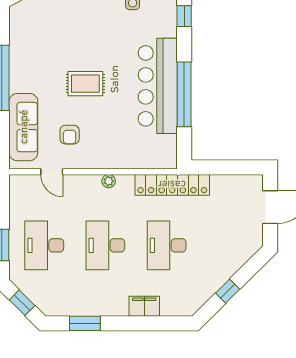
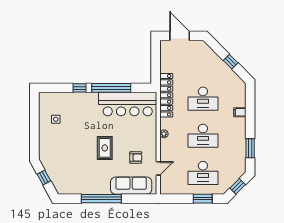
window: (184, 16) -> (79, 88), moved
bar counter: (158, 86) -> (128, 104), moved
filing cabinet: (144, 306) -> (240, 112), width x0.50

